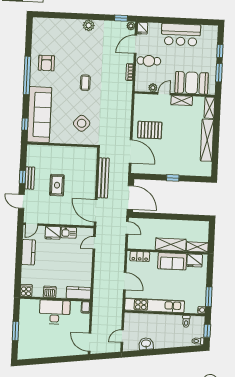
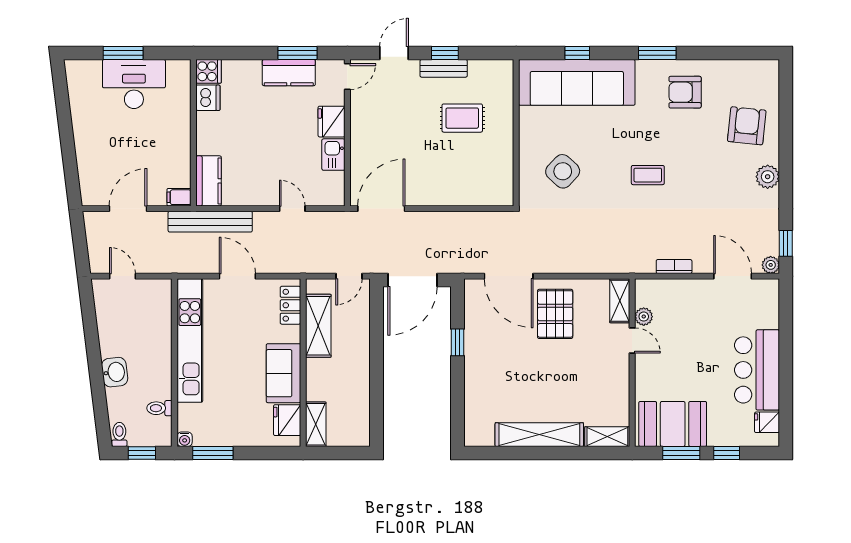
fridge: (142, 28) -> (767, 422), moved
armchair: (64, 34) -> (747, 126), added
cafe table: (149, 61) -> (699, 306), removed
window: (27, 75) -> (657, 53), width x0.47
booth: (192, 83) -> (673, 424), moved, turned 90
shelving: (182, 100) -> (620, 301), moved
window: (25, 124) -> (577, 53), moved
door: (131, 151) -> (509, 276), hinge flipped
bench: (103, 178) -> (210, 222), moved
window: (173, 178) -> (458, 342), moved
rug: (57, 185) -> (462, 118), moved
door: (32, 224) -> (347, 77), swing flipped
door: (94, 243) -> (292, 209), moved
shelving: (171, 244) -> (318, 326), moved
window: (19, 248) -> (297, 53), added
door: (125, 281) -> (237, 276), swing flipped
dishwasher: (50, 292) -> (208, 98), moved
desk: (55, 312) -> (134, 84), moved, turned -90
door: (90, 342) -> (128, 209), moved
washbasin: (146, 344) -> (115, 372), moved

